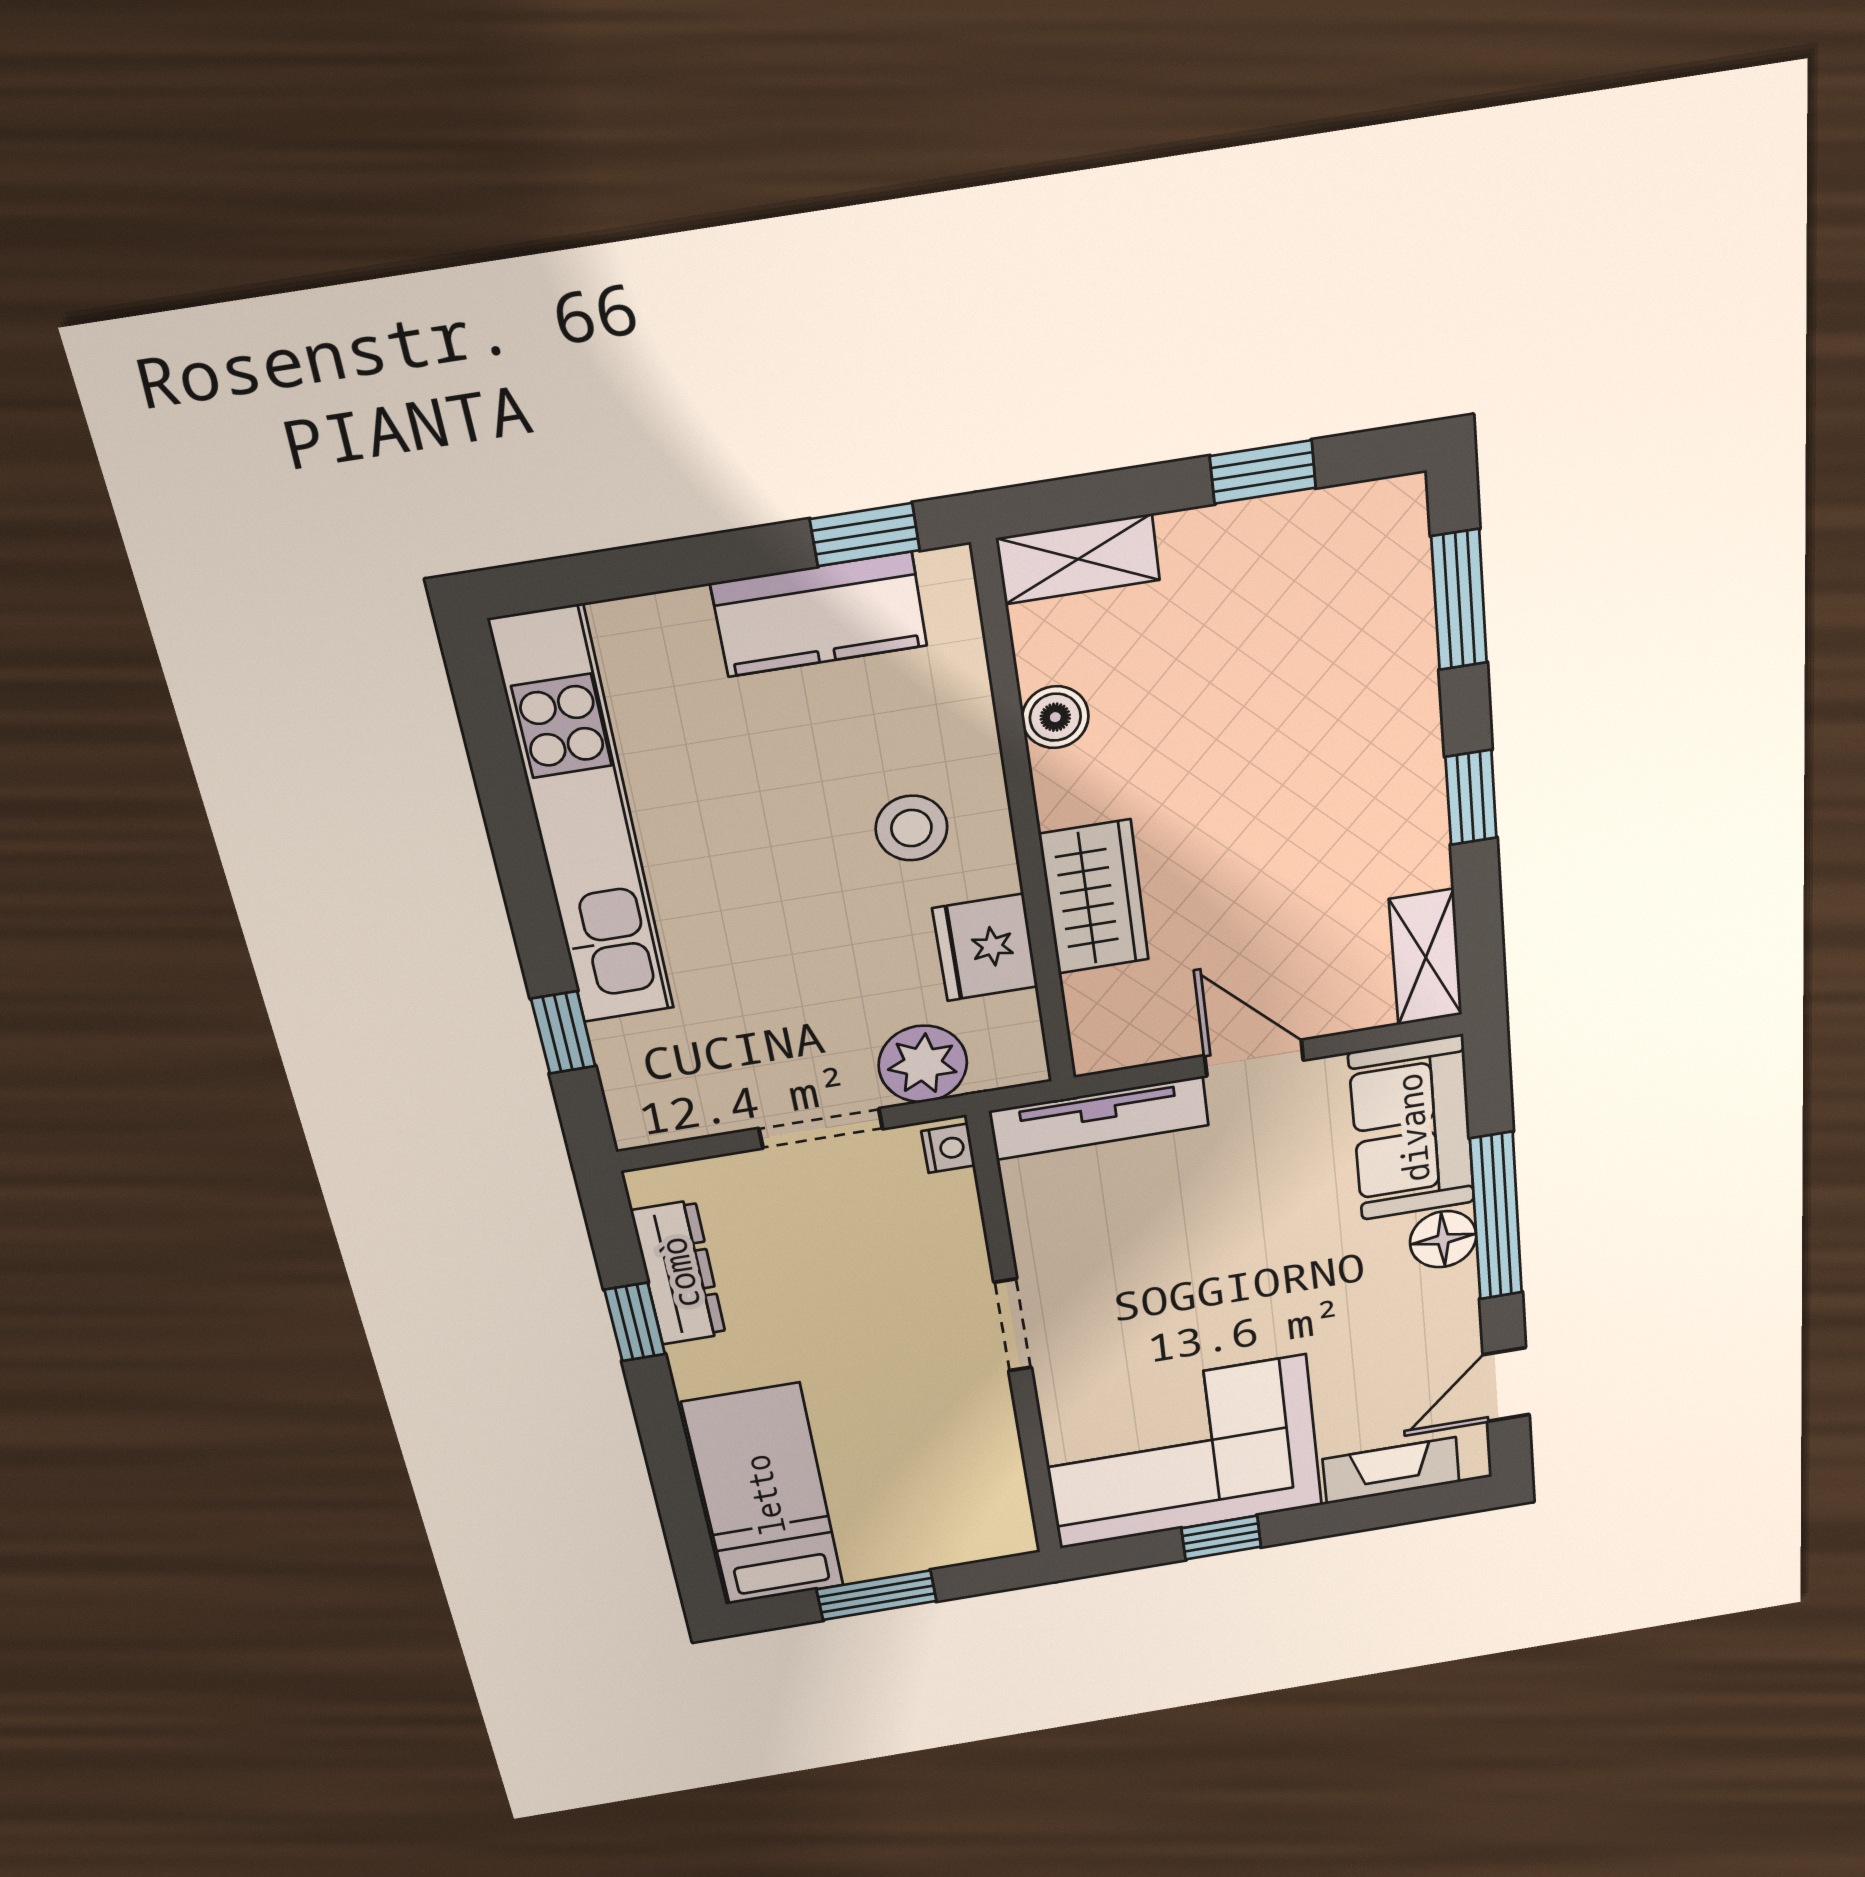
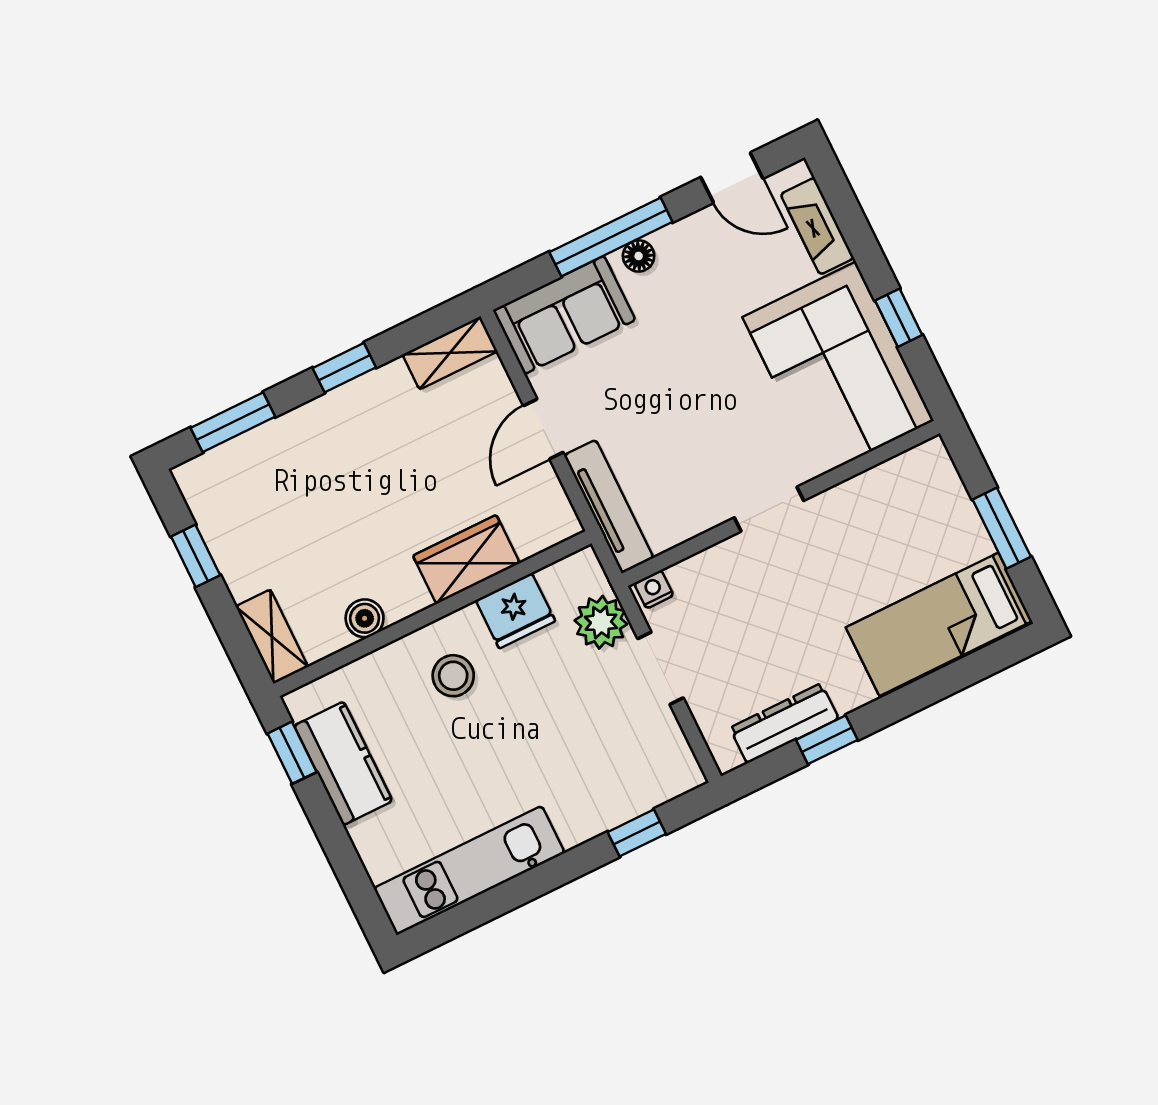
kitchen unit: (584, 820) -> (469, 870), width x0.73
floor lamp: (1443, 1239) -> (639, 256), width x0.73, depth x0.73

